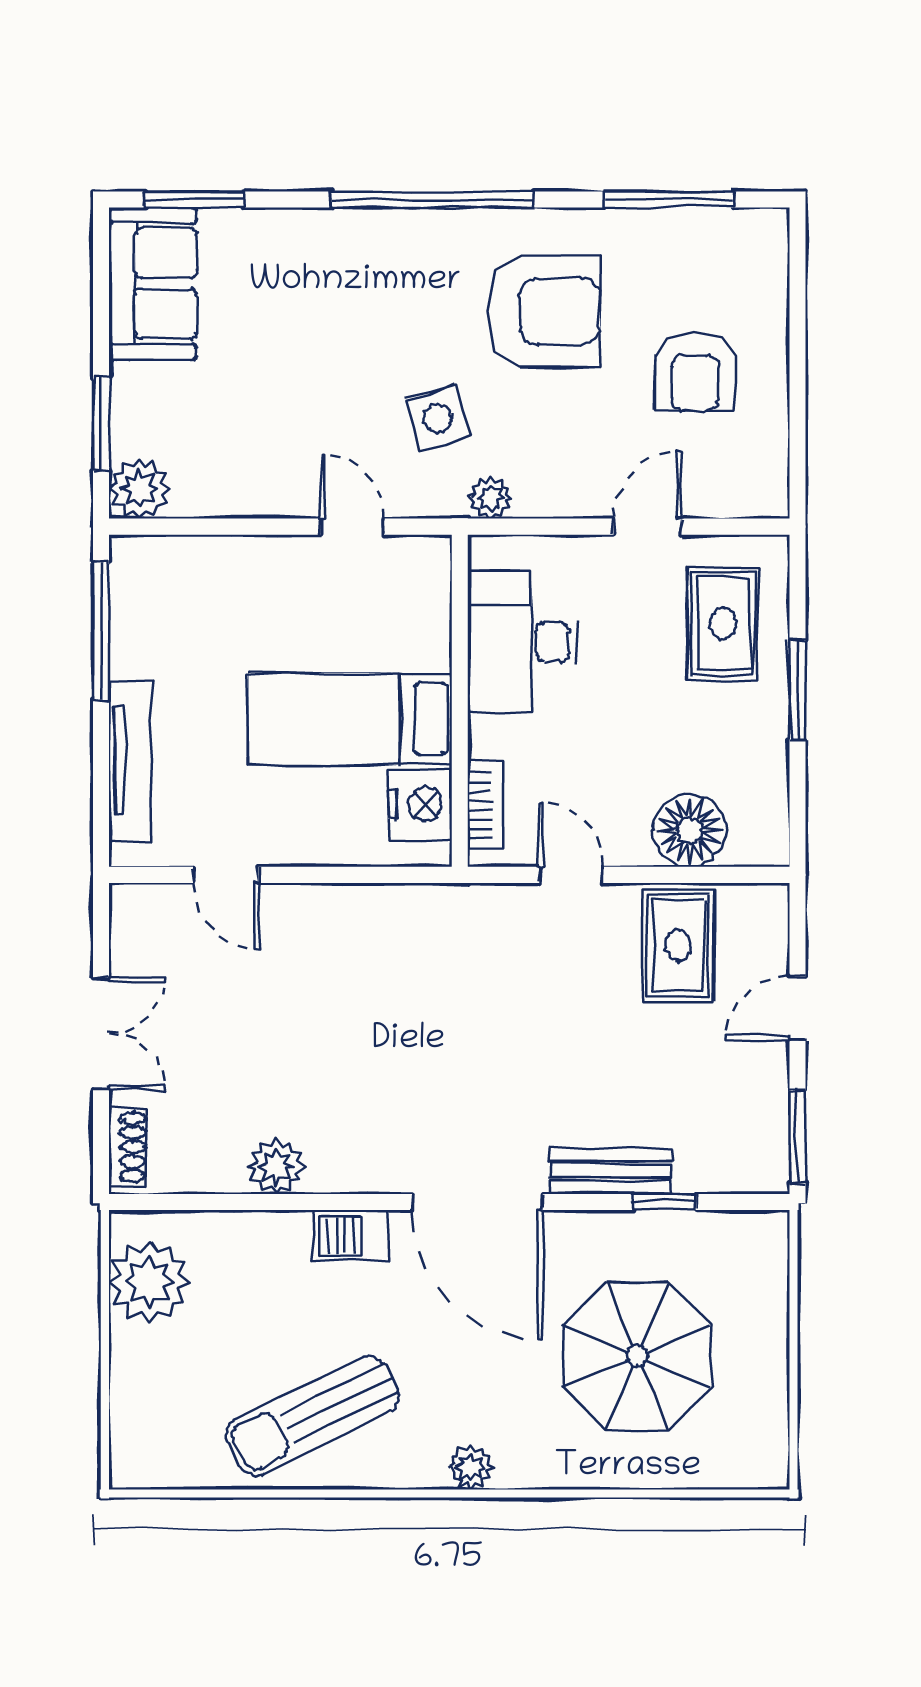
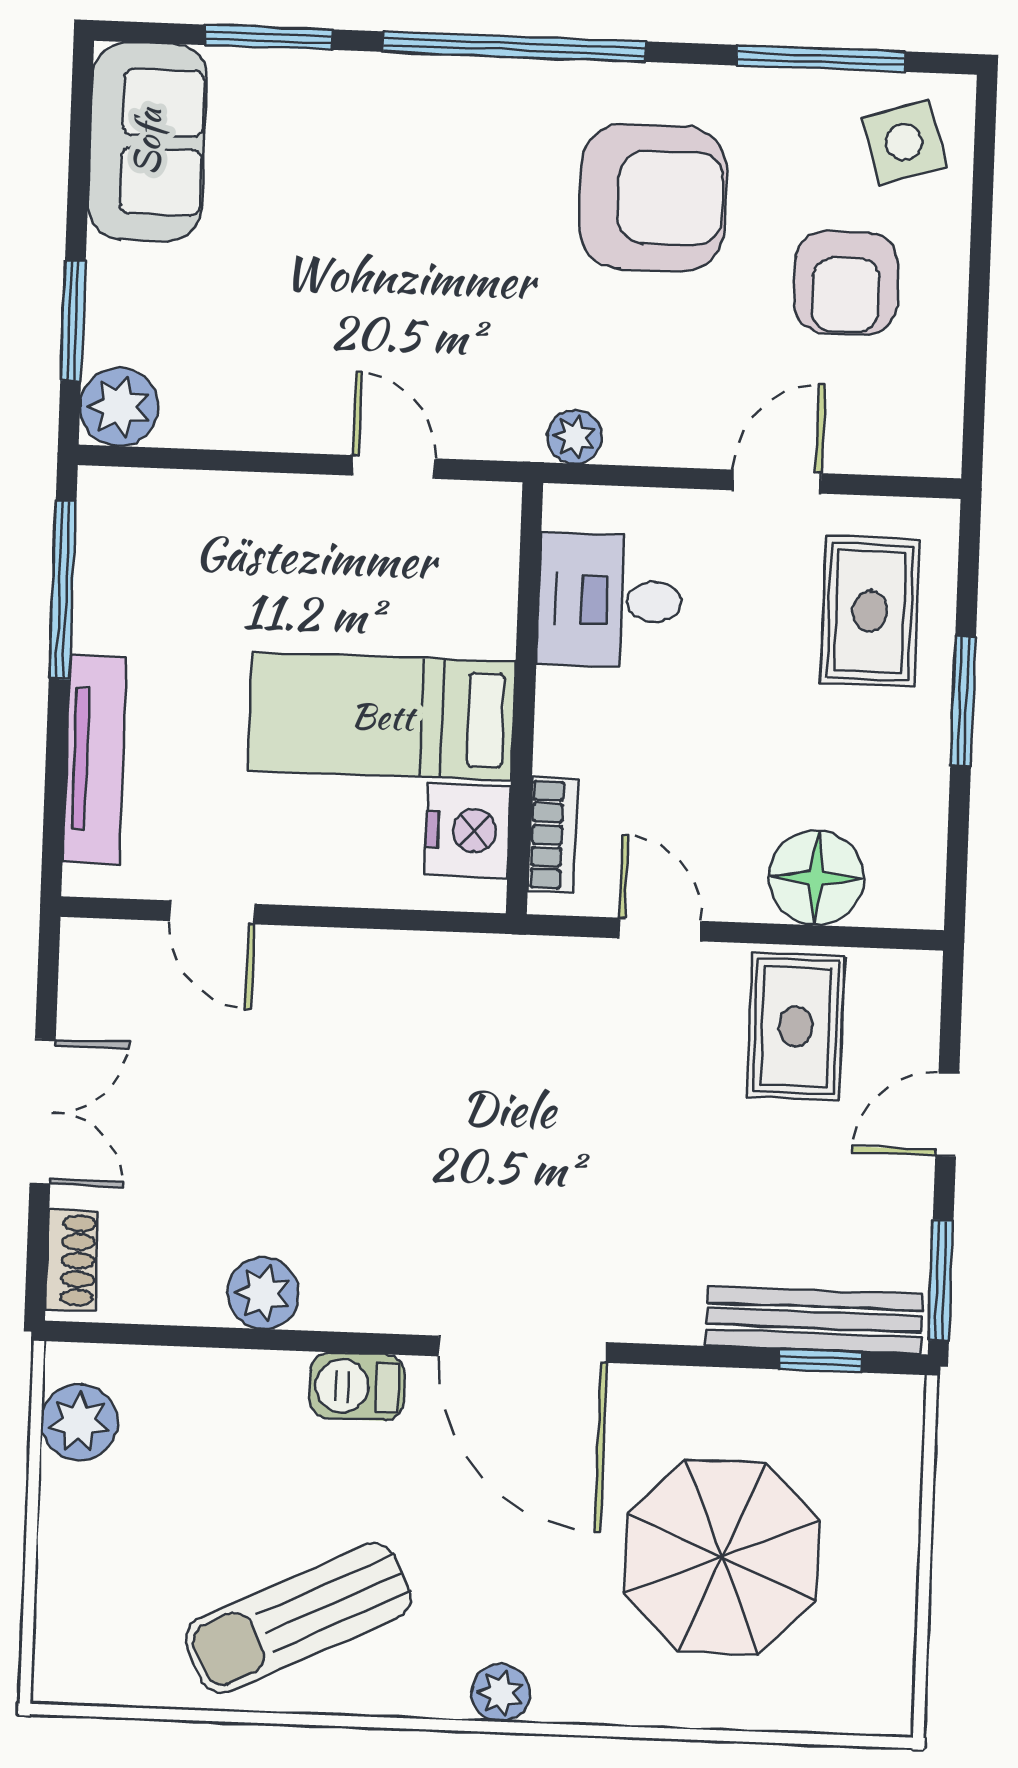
window: (195, 200) -> (268, 37), moved
side table: (438, 419) -> (904, 142), moved
desk: (523, 642) -> (610, 600), width x0.73
bench: (610, 1171) -> (814, 1320), moved, width x1.36
window: (665, 1202) -> (820, 1361), moved
plant: (149, 1282) -> (79, 1422), width x0.73, depth x0.73

